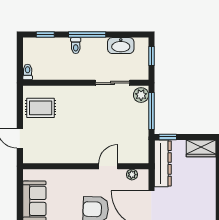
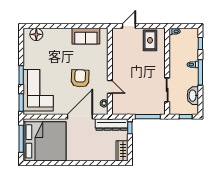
plant: (141, 95) -> (159, 110), removed

